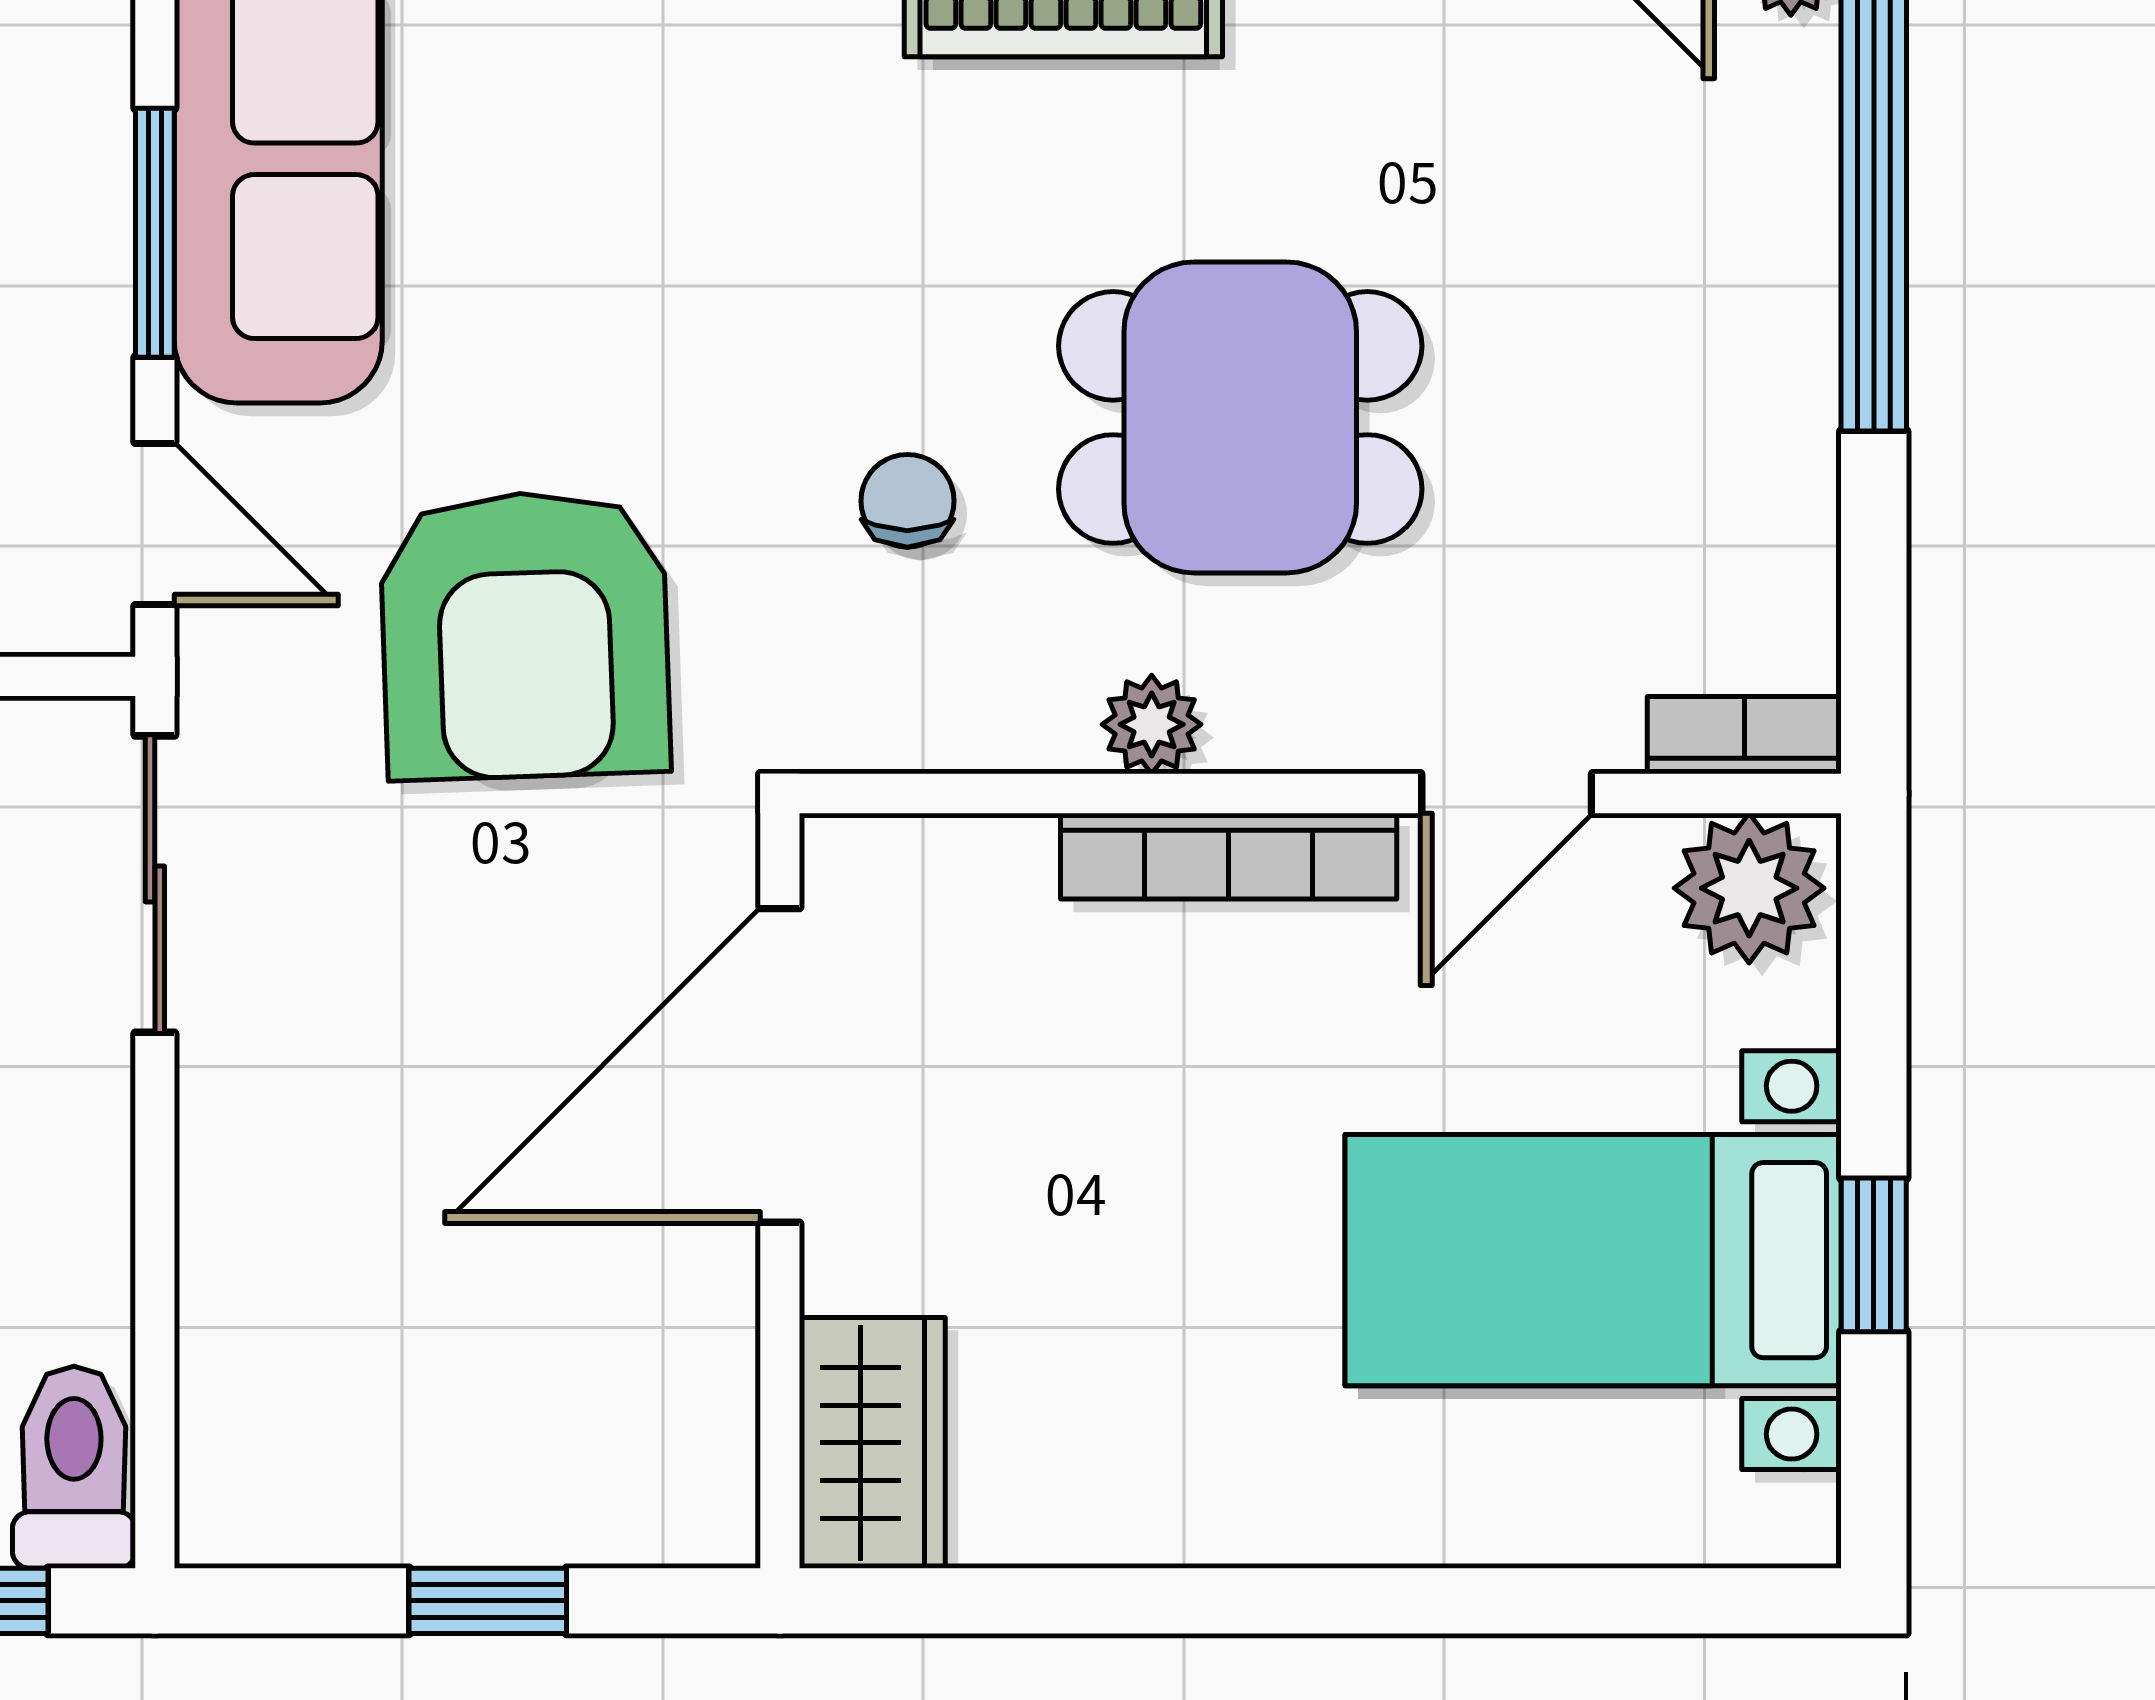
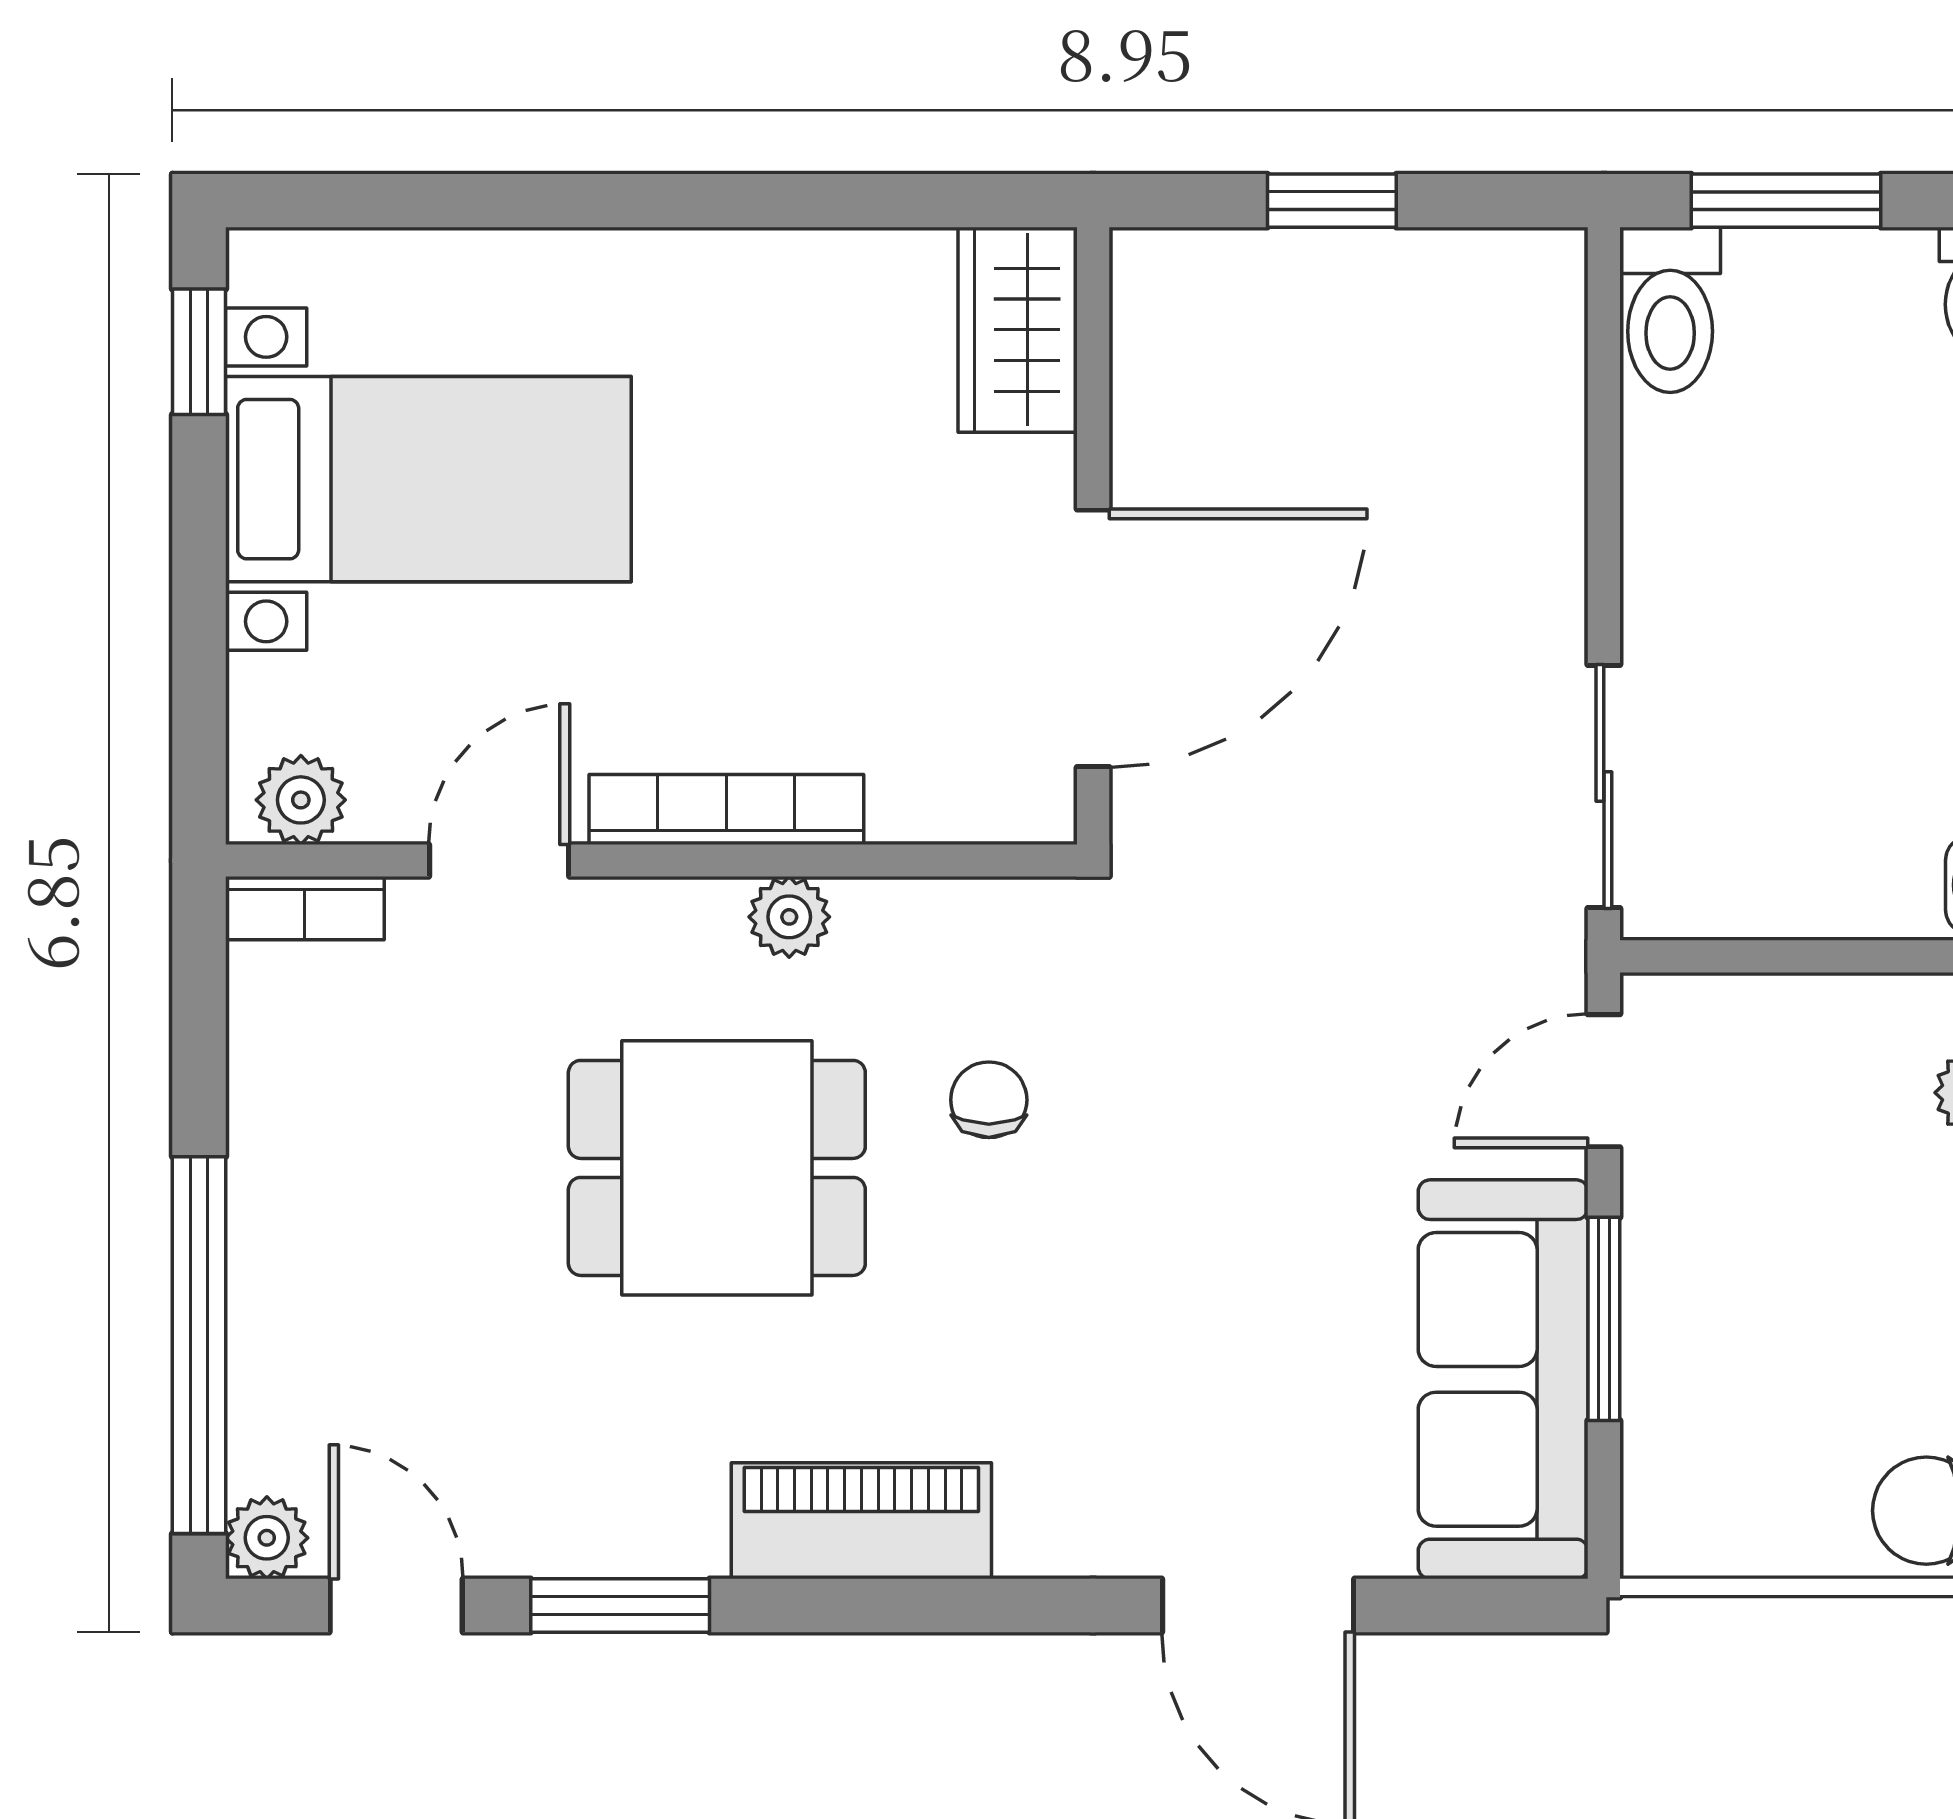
chair: (907, 501) -> (989, 1100), turned 180
door: (155, 524) -> (1604, 1081), hinge flipped
armchair: (525, 635) -> (1301, 990), removed
plant: (1749, 888) -> (301, 800), width x0.73, depth x0.73
window: (1874, 1255) -> (199, 352), moved

